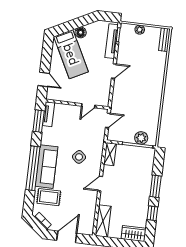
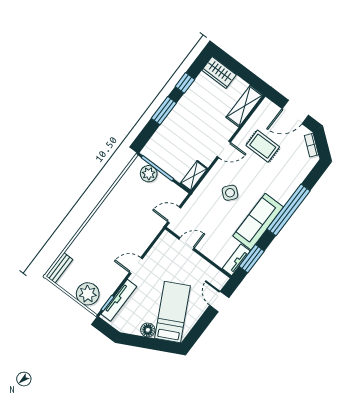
plant: (140, 30) -> (88, 294), width x1.87, depth x1.87
sofa: (47, 167) -> (258, 222), moved
rug: (49, 197) -> (263, 146), moved

